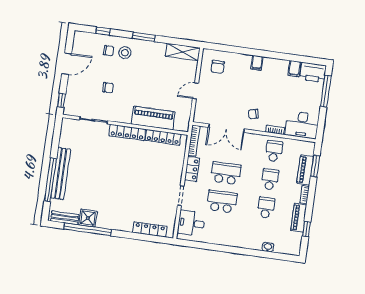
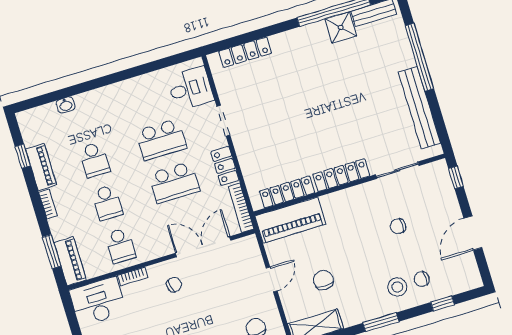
chair: (166, 77) -> (323, 280), added
piano: (153, 118) -> (290, 220), moved
piano: (305, 170) -> (70, 261), moved
bench: (61, 174) -> (419, 108), moved

